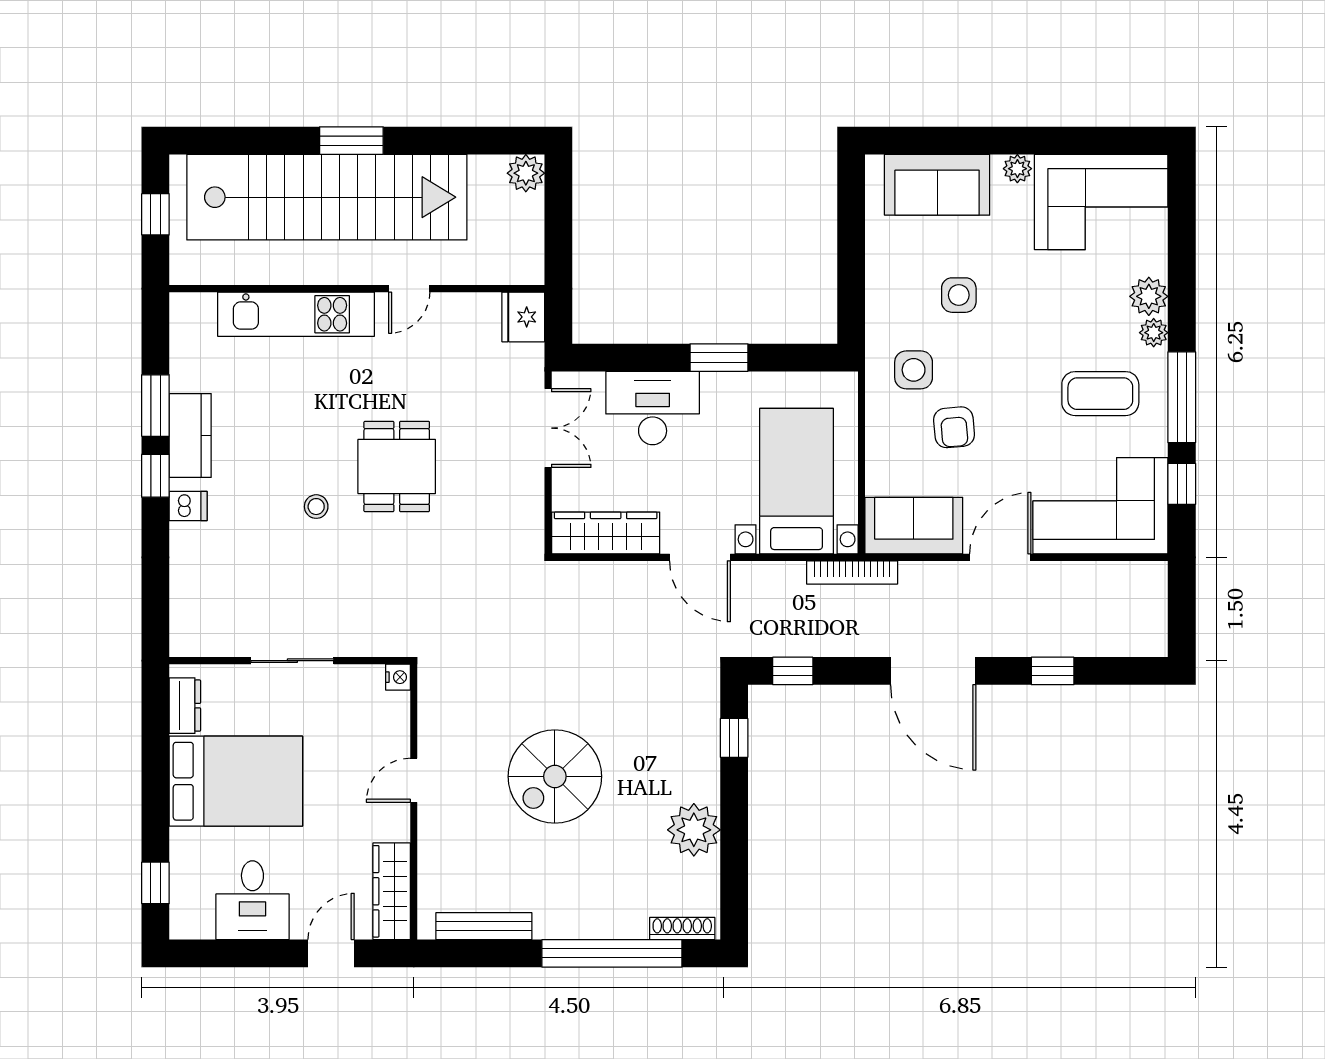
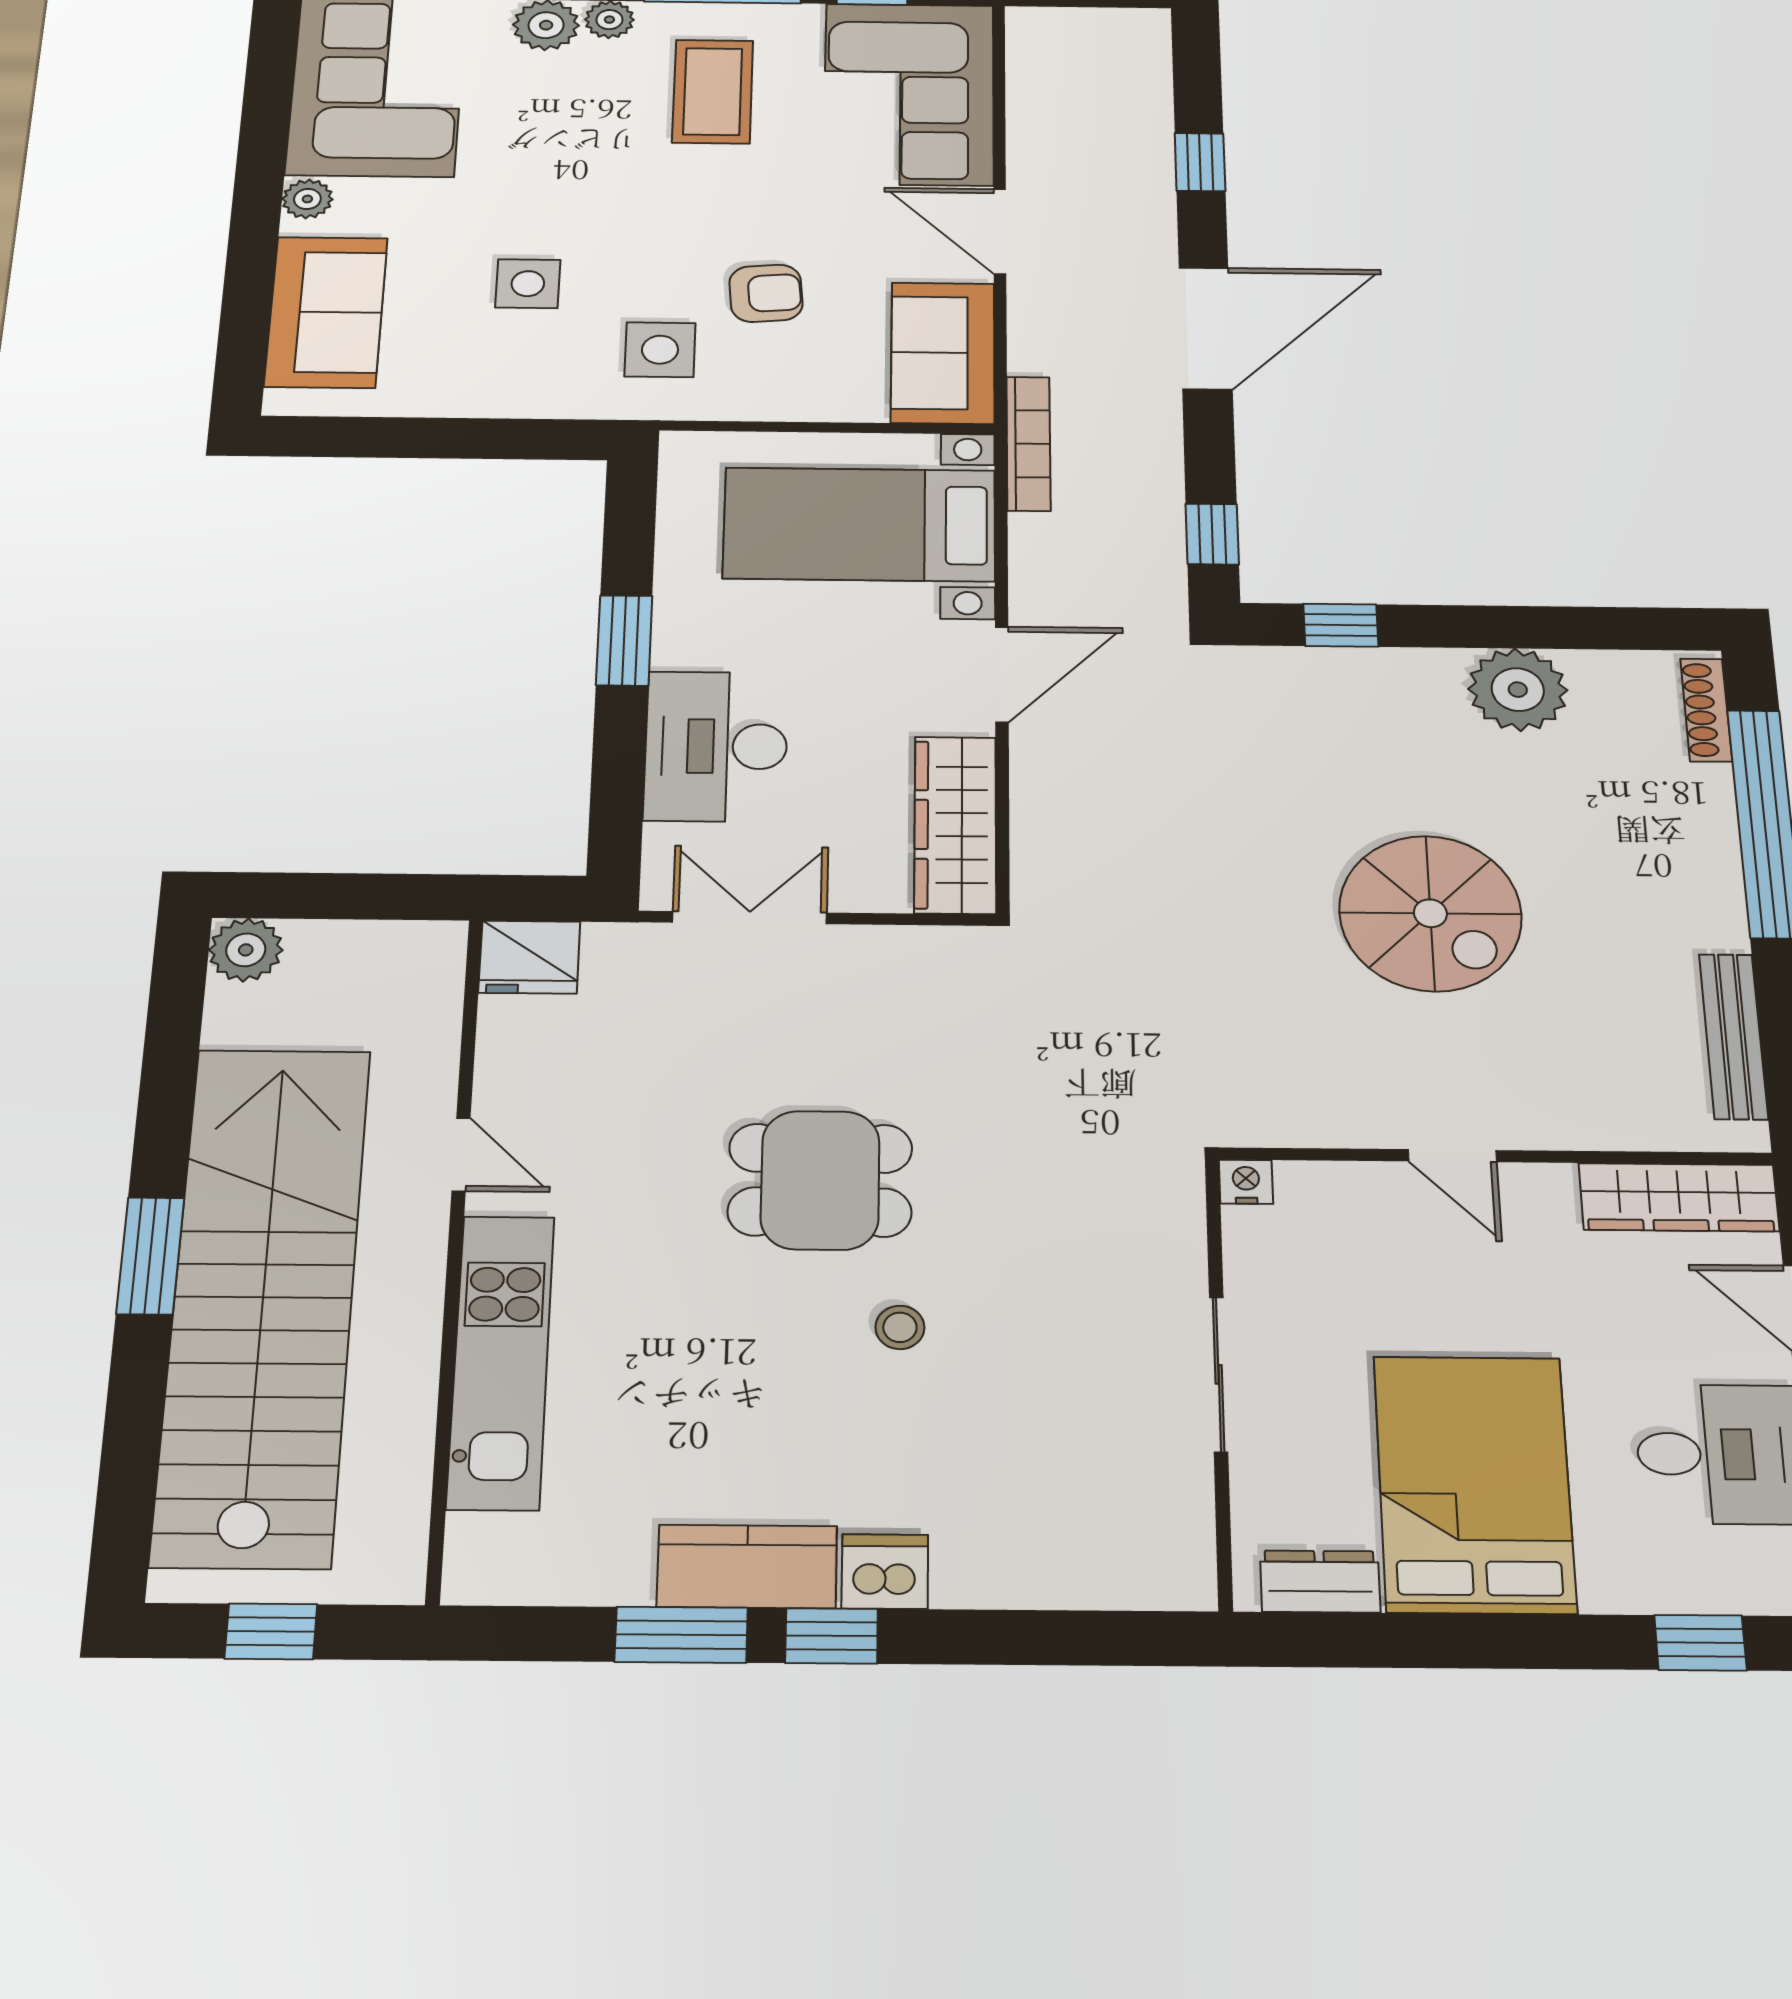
dishwasher: (188, 506) -> (885, 1572), width x1.38

